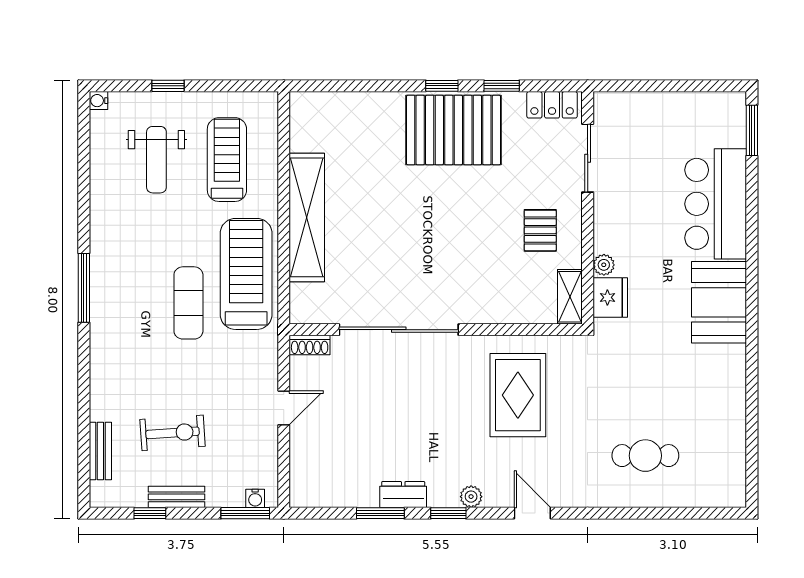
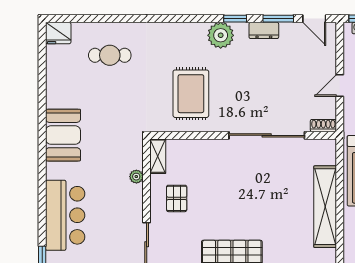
fridge: (610, 297) -> (58, 33), moved, turned -90
booth: (719, 302) -> (63, 135), moved
plant: (471, 497) -> (221, 35), width x1.88, depth x1.88
door: (532, 513) -> (314, 19), moved

